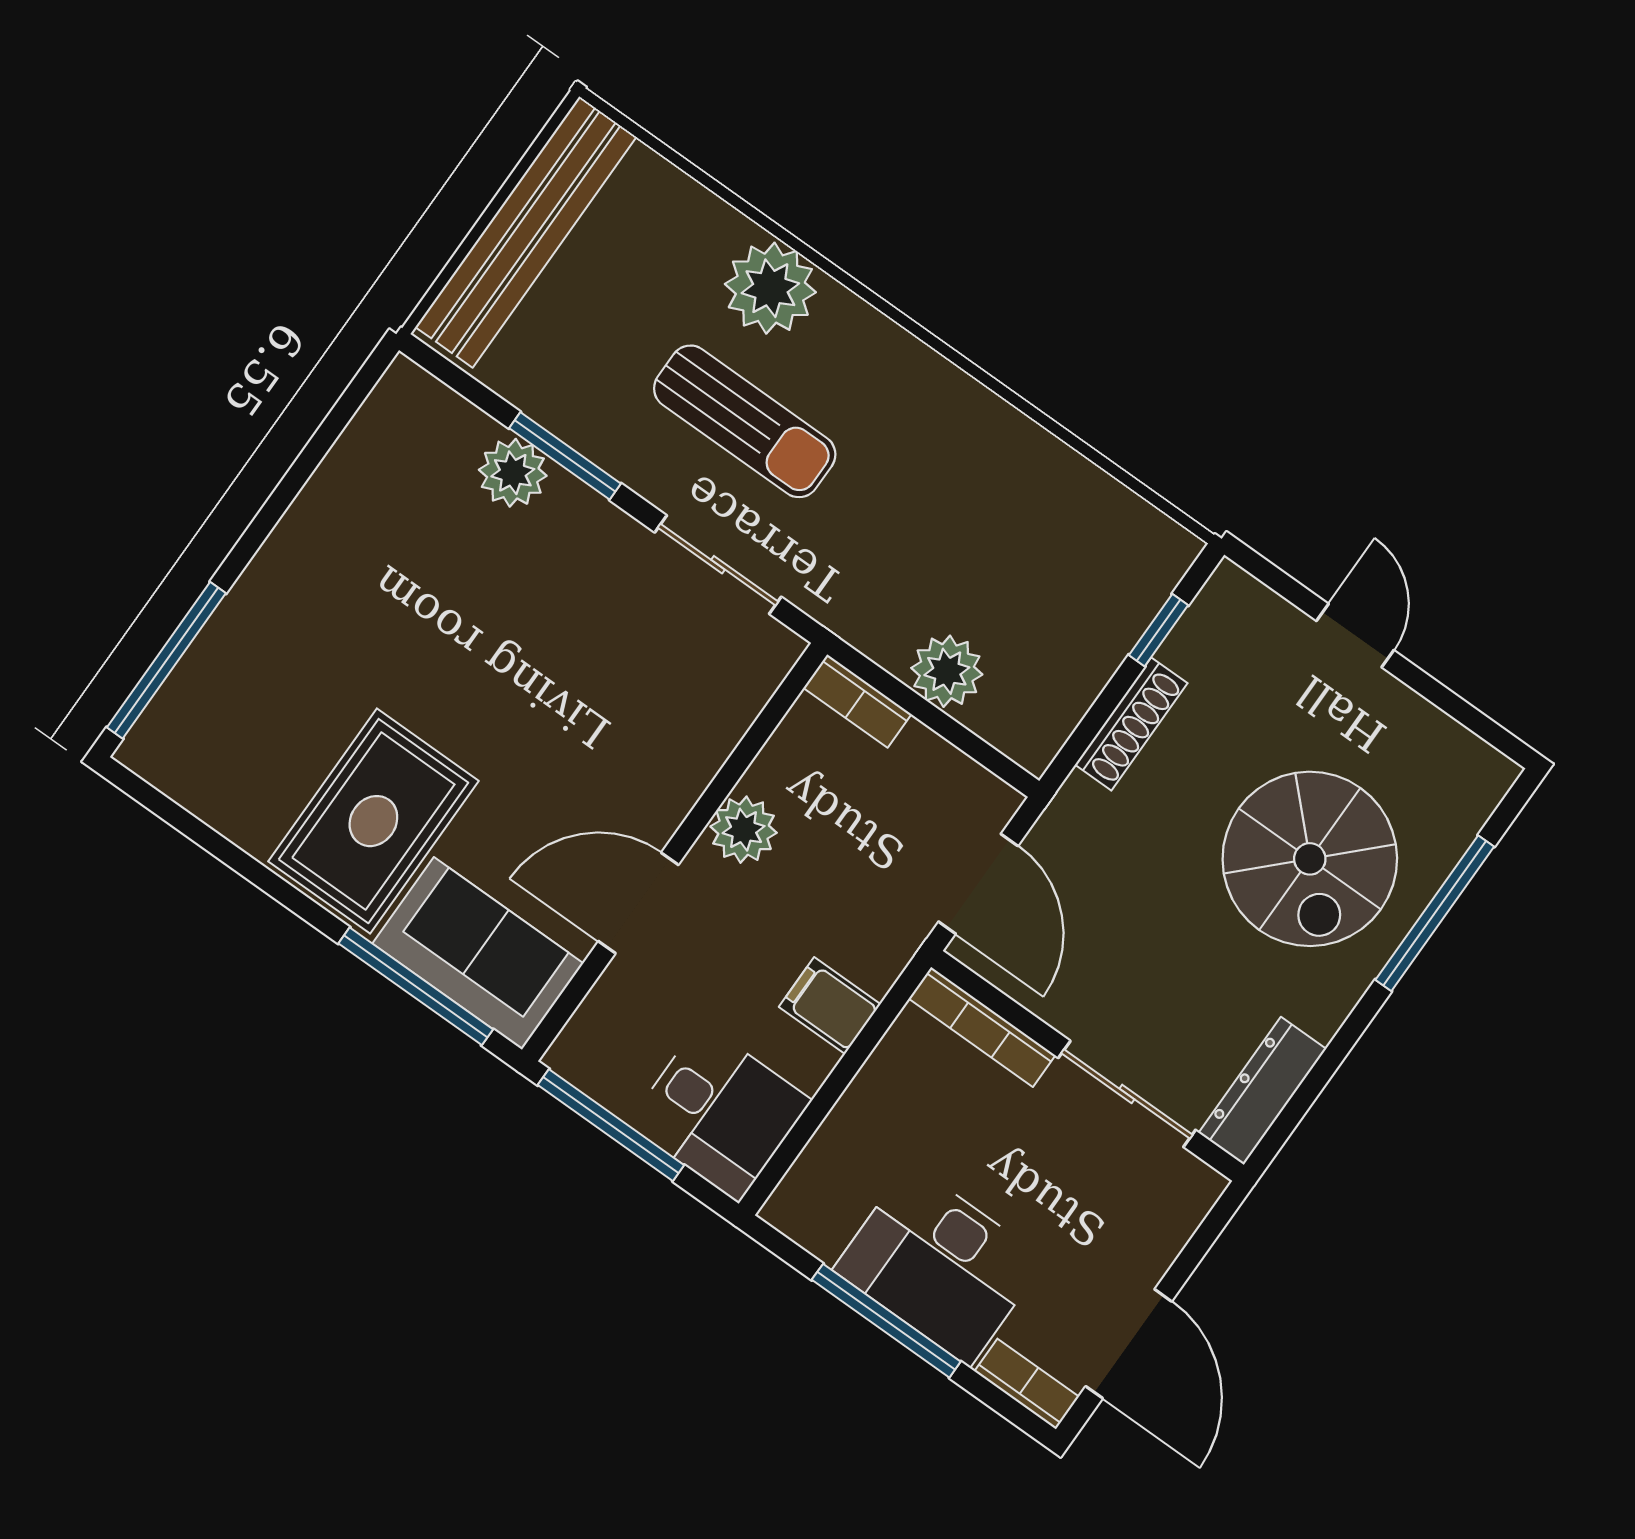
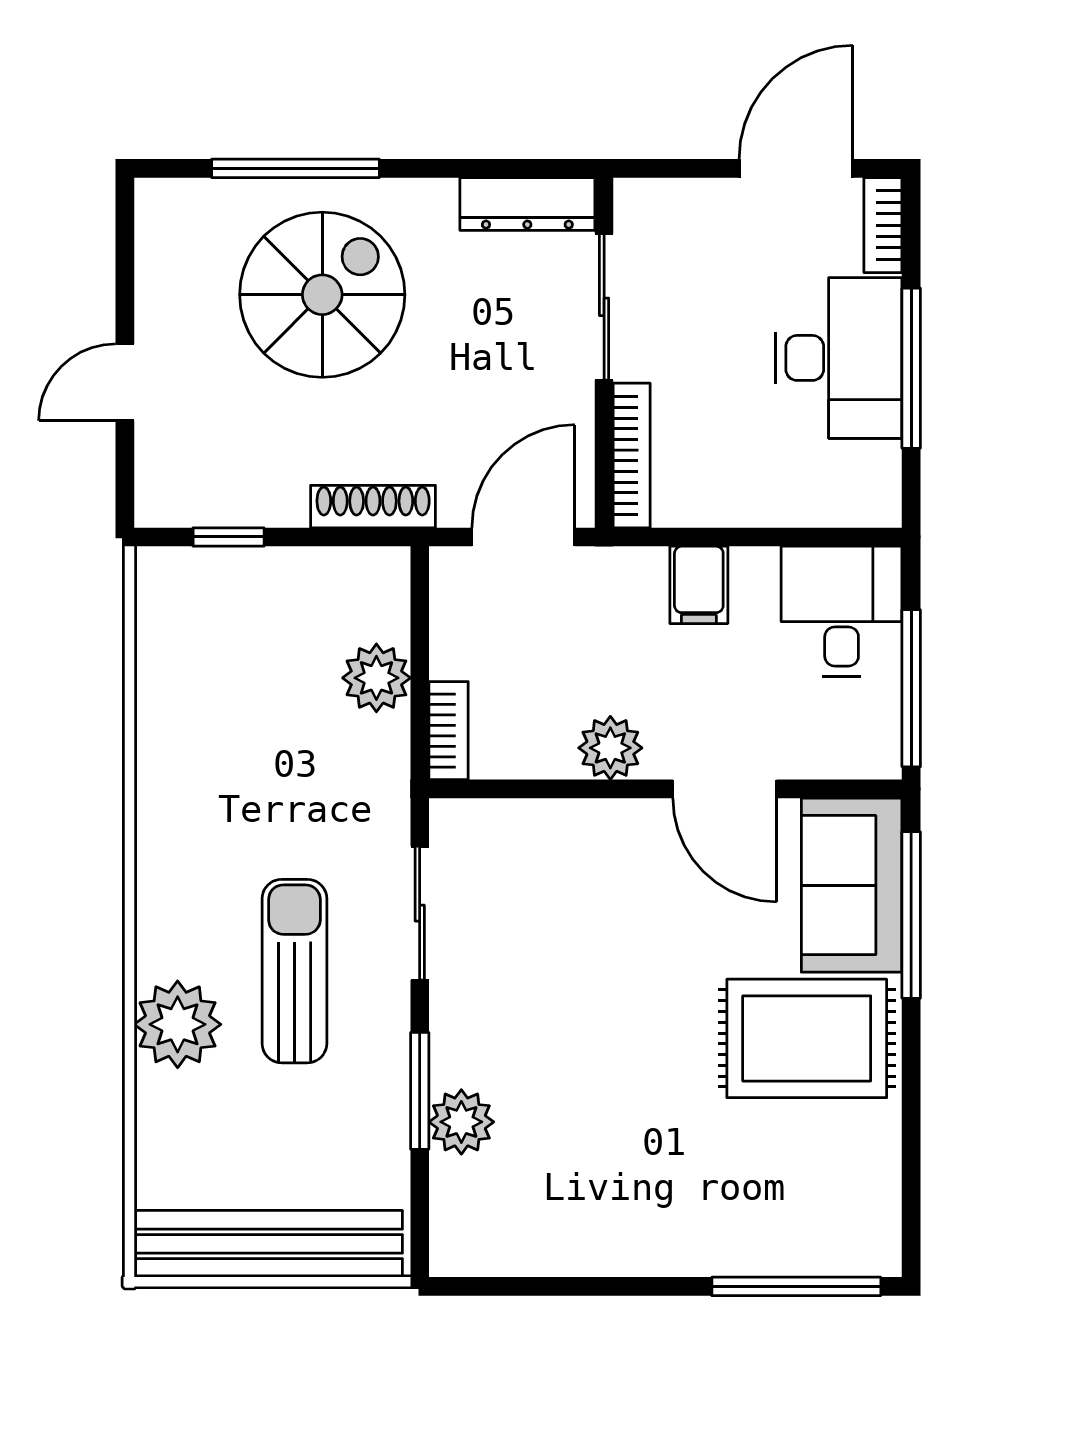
shoe rack: (1131, 724) -> (373, 507), moved

